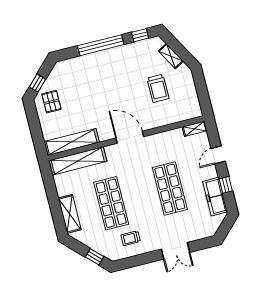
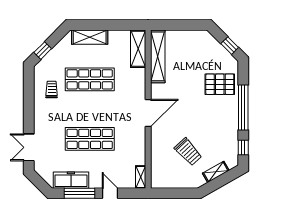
window: (38, 83) -> (230, 46), moved
trolley: (158, 88) -> (188, 152), turned -133
pallet: (51, 102) -> (220, 84), moved, width x1.50, depth x1.42
shelving: (78, 161) -> (138, 49), width x0.68
window: (226, 185) -> (80, 193), width x2.17
double door: (176, 251) -> (29, 147), moved

